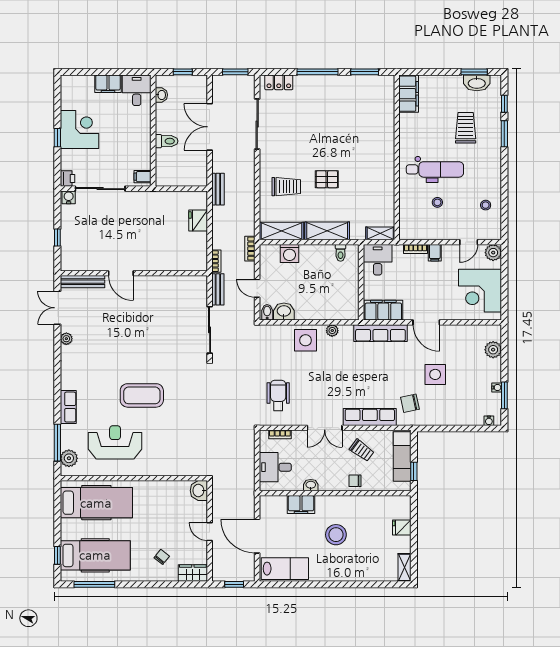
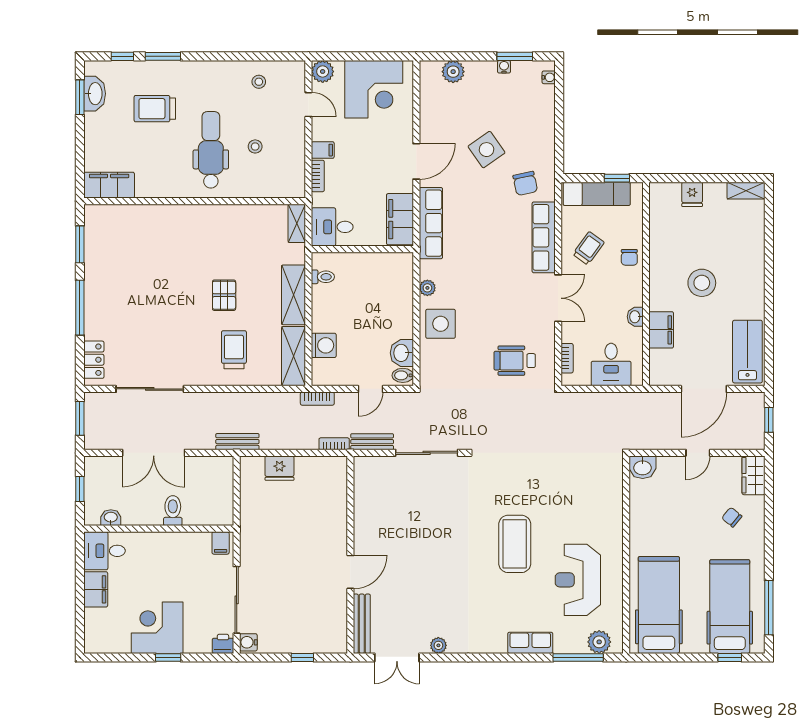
side table: (435, 374) -> (487, 150), turned -35

